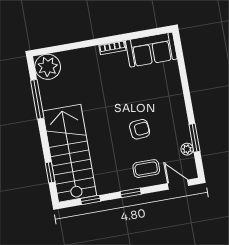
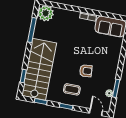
coffee table: (146, 169) -> (72, 89), moved

